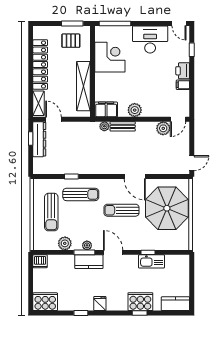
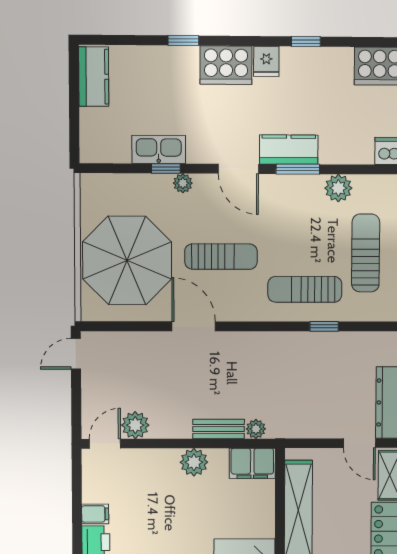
plant: (87, 245) -> (183, 183), moved
cooker: (140, 302) -> (226, 65), moved
kitchen counter: (175, 304) -> (94, 77), moved, turned -90

